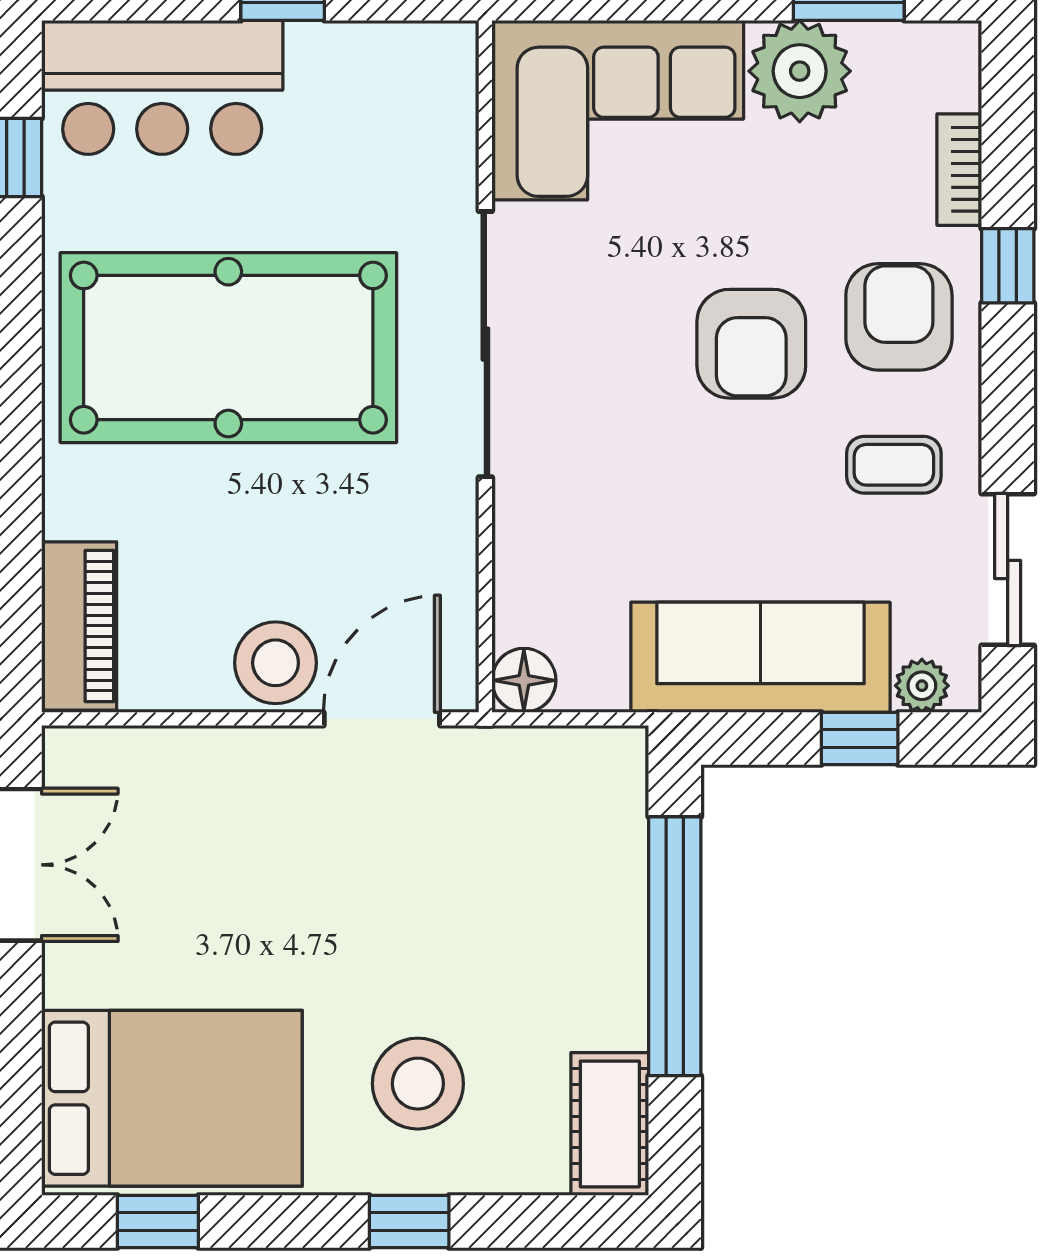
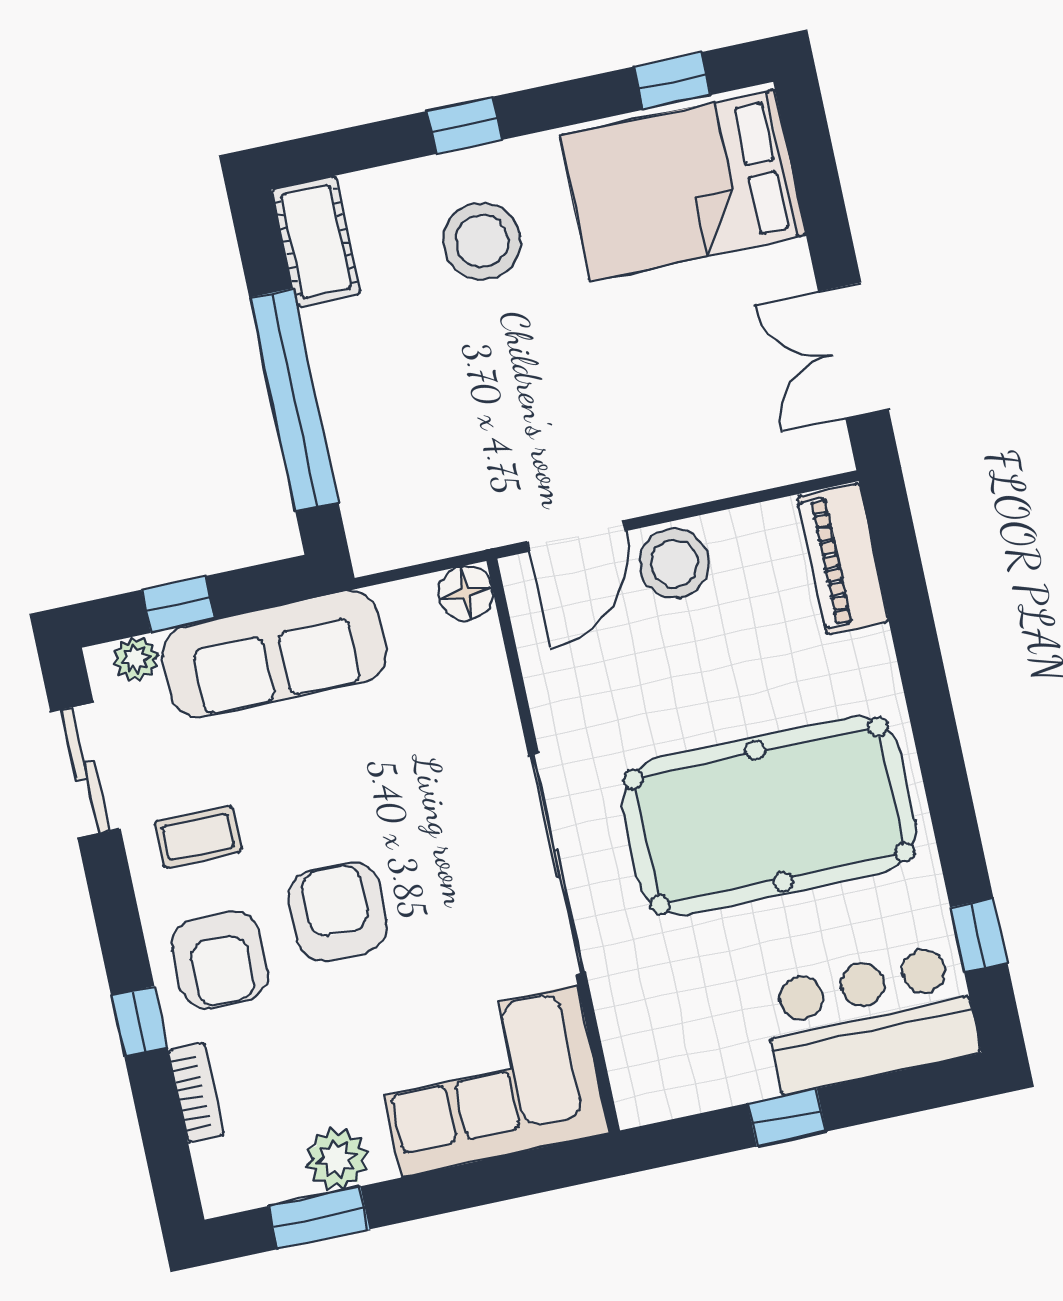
plant: (800, 71) -> (337, 1159), width x0.73, depth x0.73

